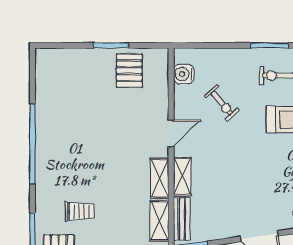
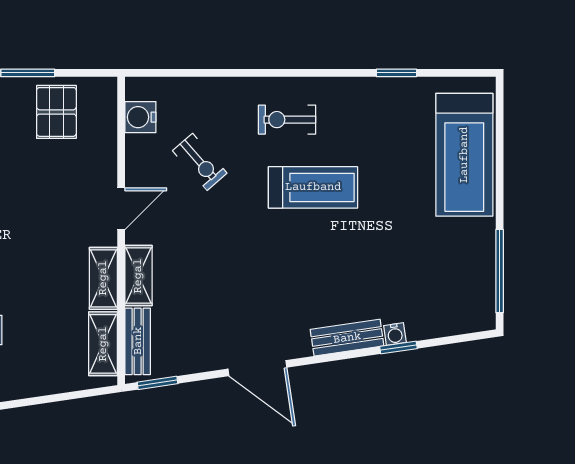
window: (270, 45) -> (274, 73), removed

